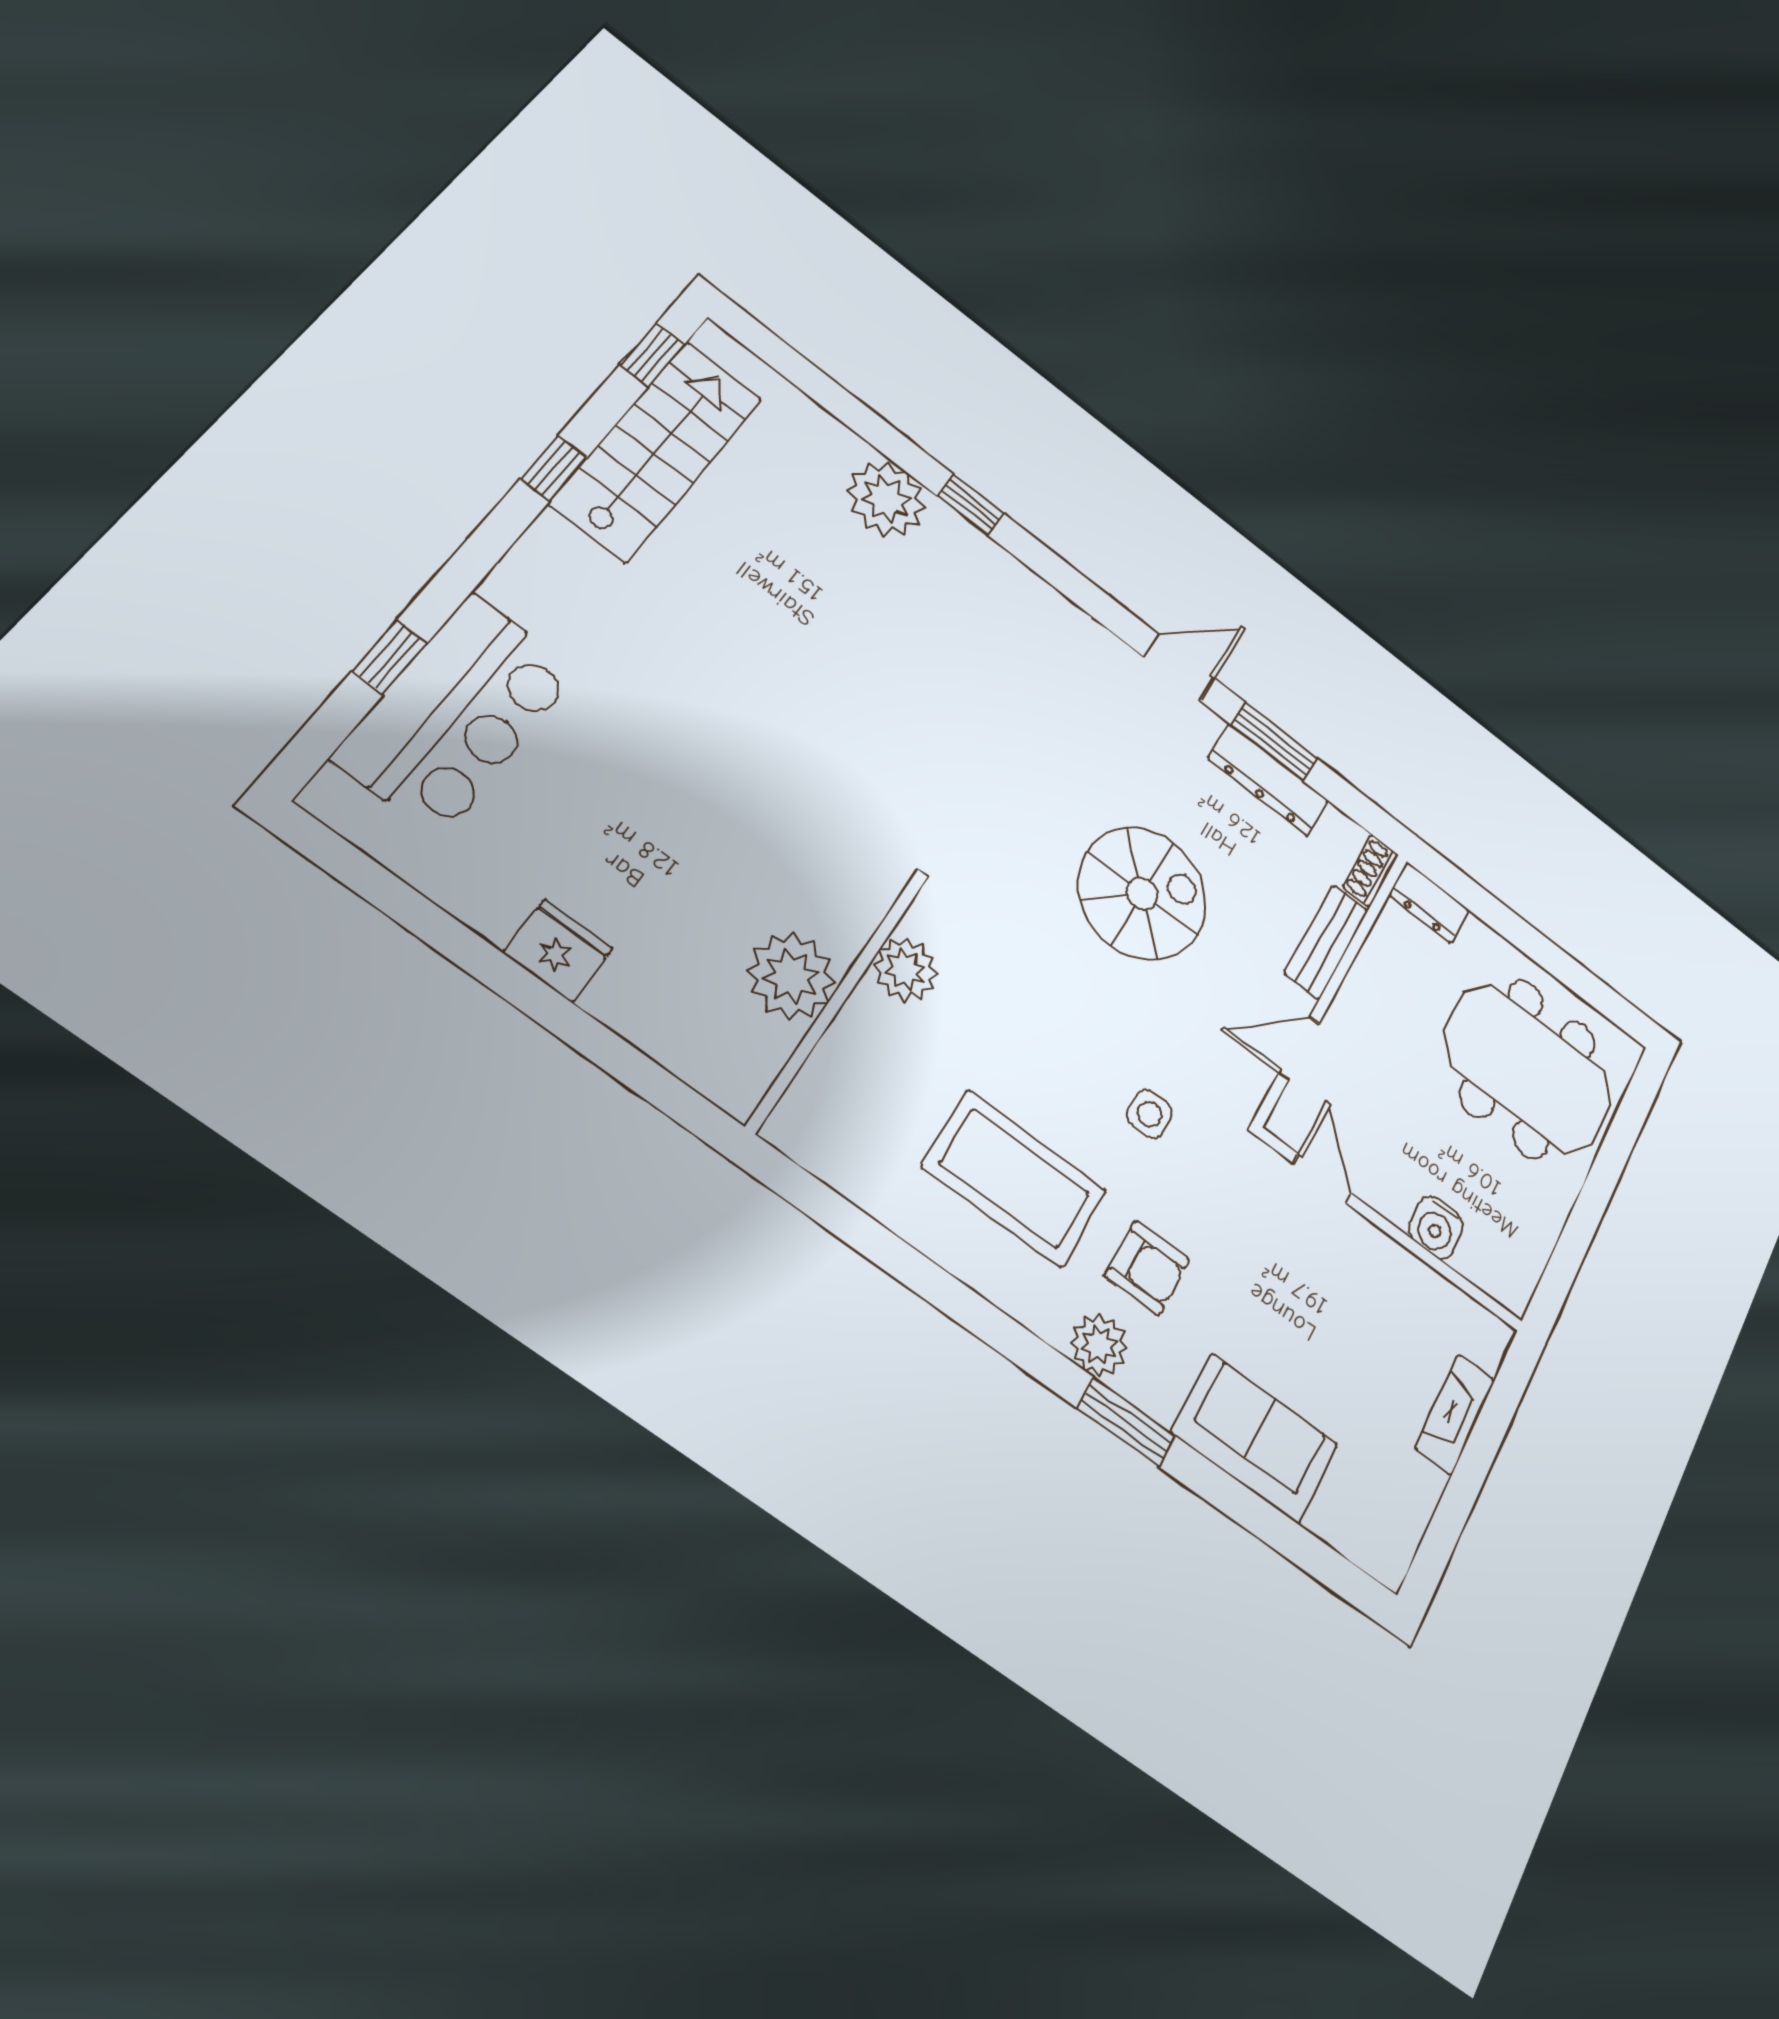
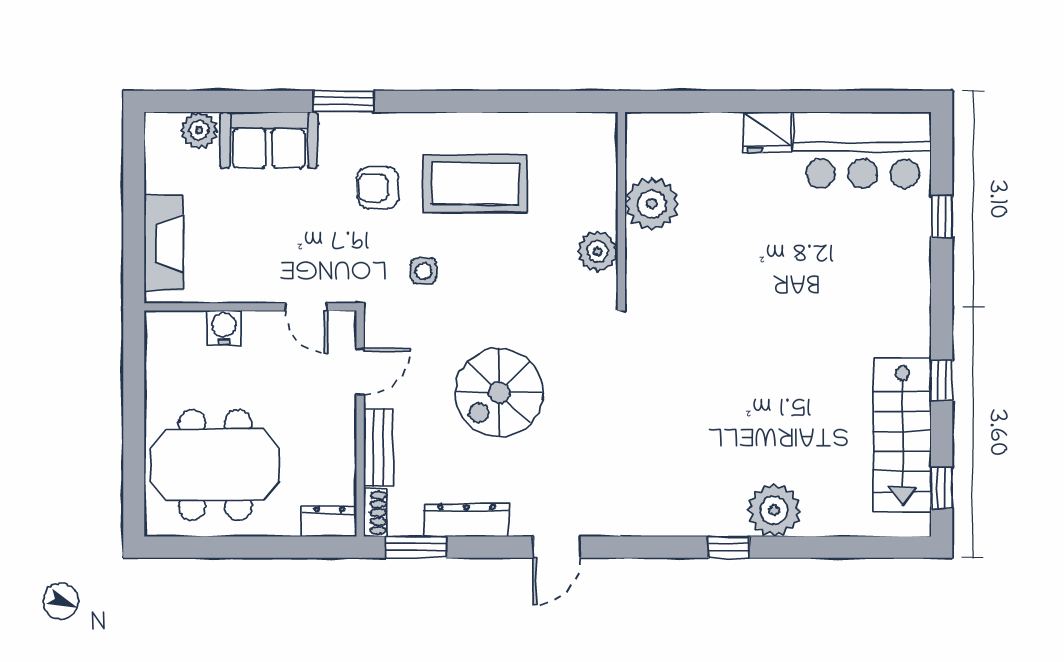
bar counter: (457, 714) -> (863, 150), moved, turned -90
window: (1274, 742) -> (416, 547), moved
plant: (1099, 1345) -> (199, 130), moved
fireplace: (1455, 1414) -> (164, 243), width x1.37, depth x1.32

